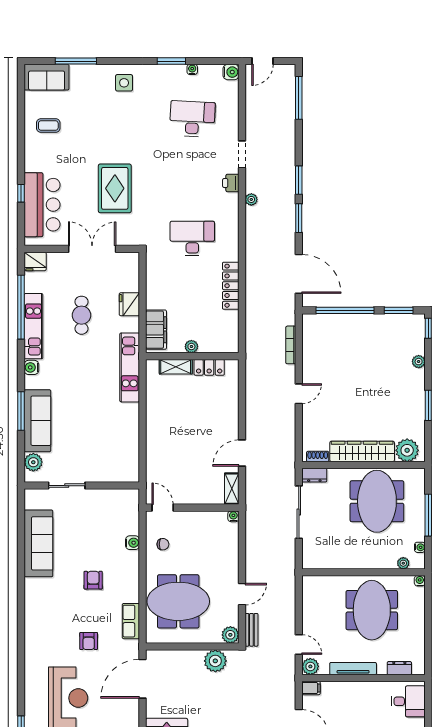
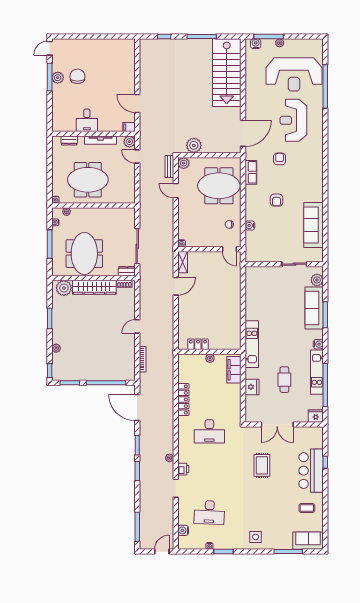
water cooler: (231, 72) -> (183, 530), moved
rug: (115, 188) -> (262, 465), width x0.73, depth x0.70
bar counter: (42, 205) -> (311, 471), moved
shelving: (176, 367) -> (221, 345), removed
door: (242, 594) -> (176, 191), hinge flipped
meeting table: (372, 610) -> (88, 180), turned 90
desk: (408, 701) -> (87, 120), moved, turned -90

